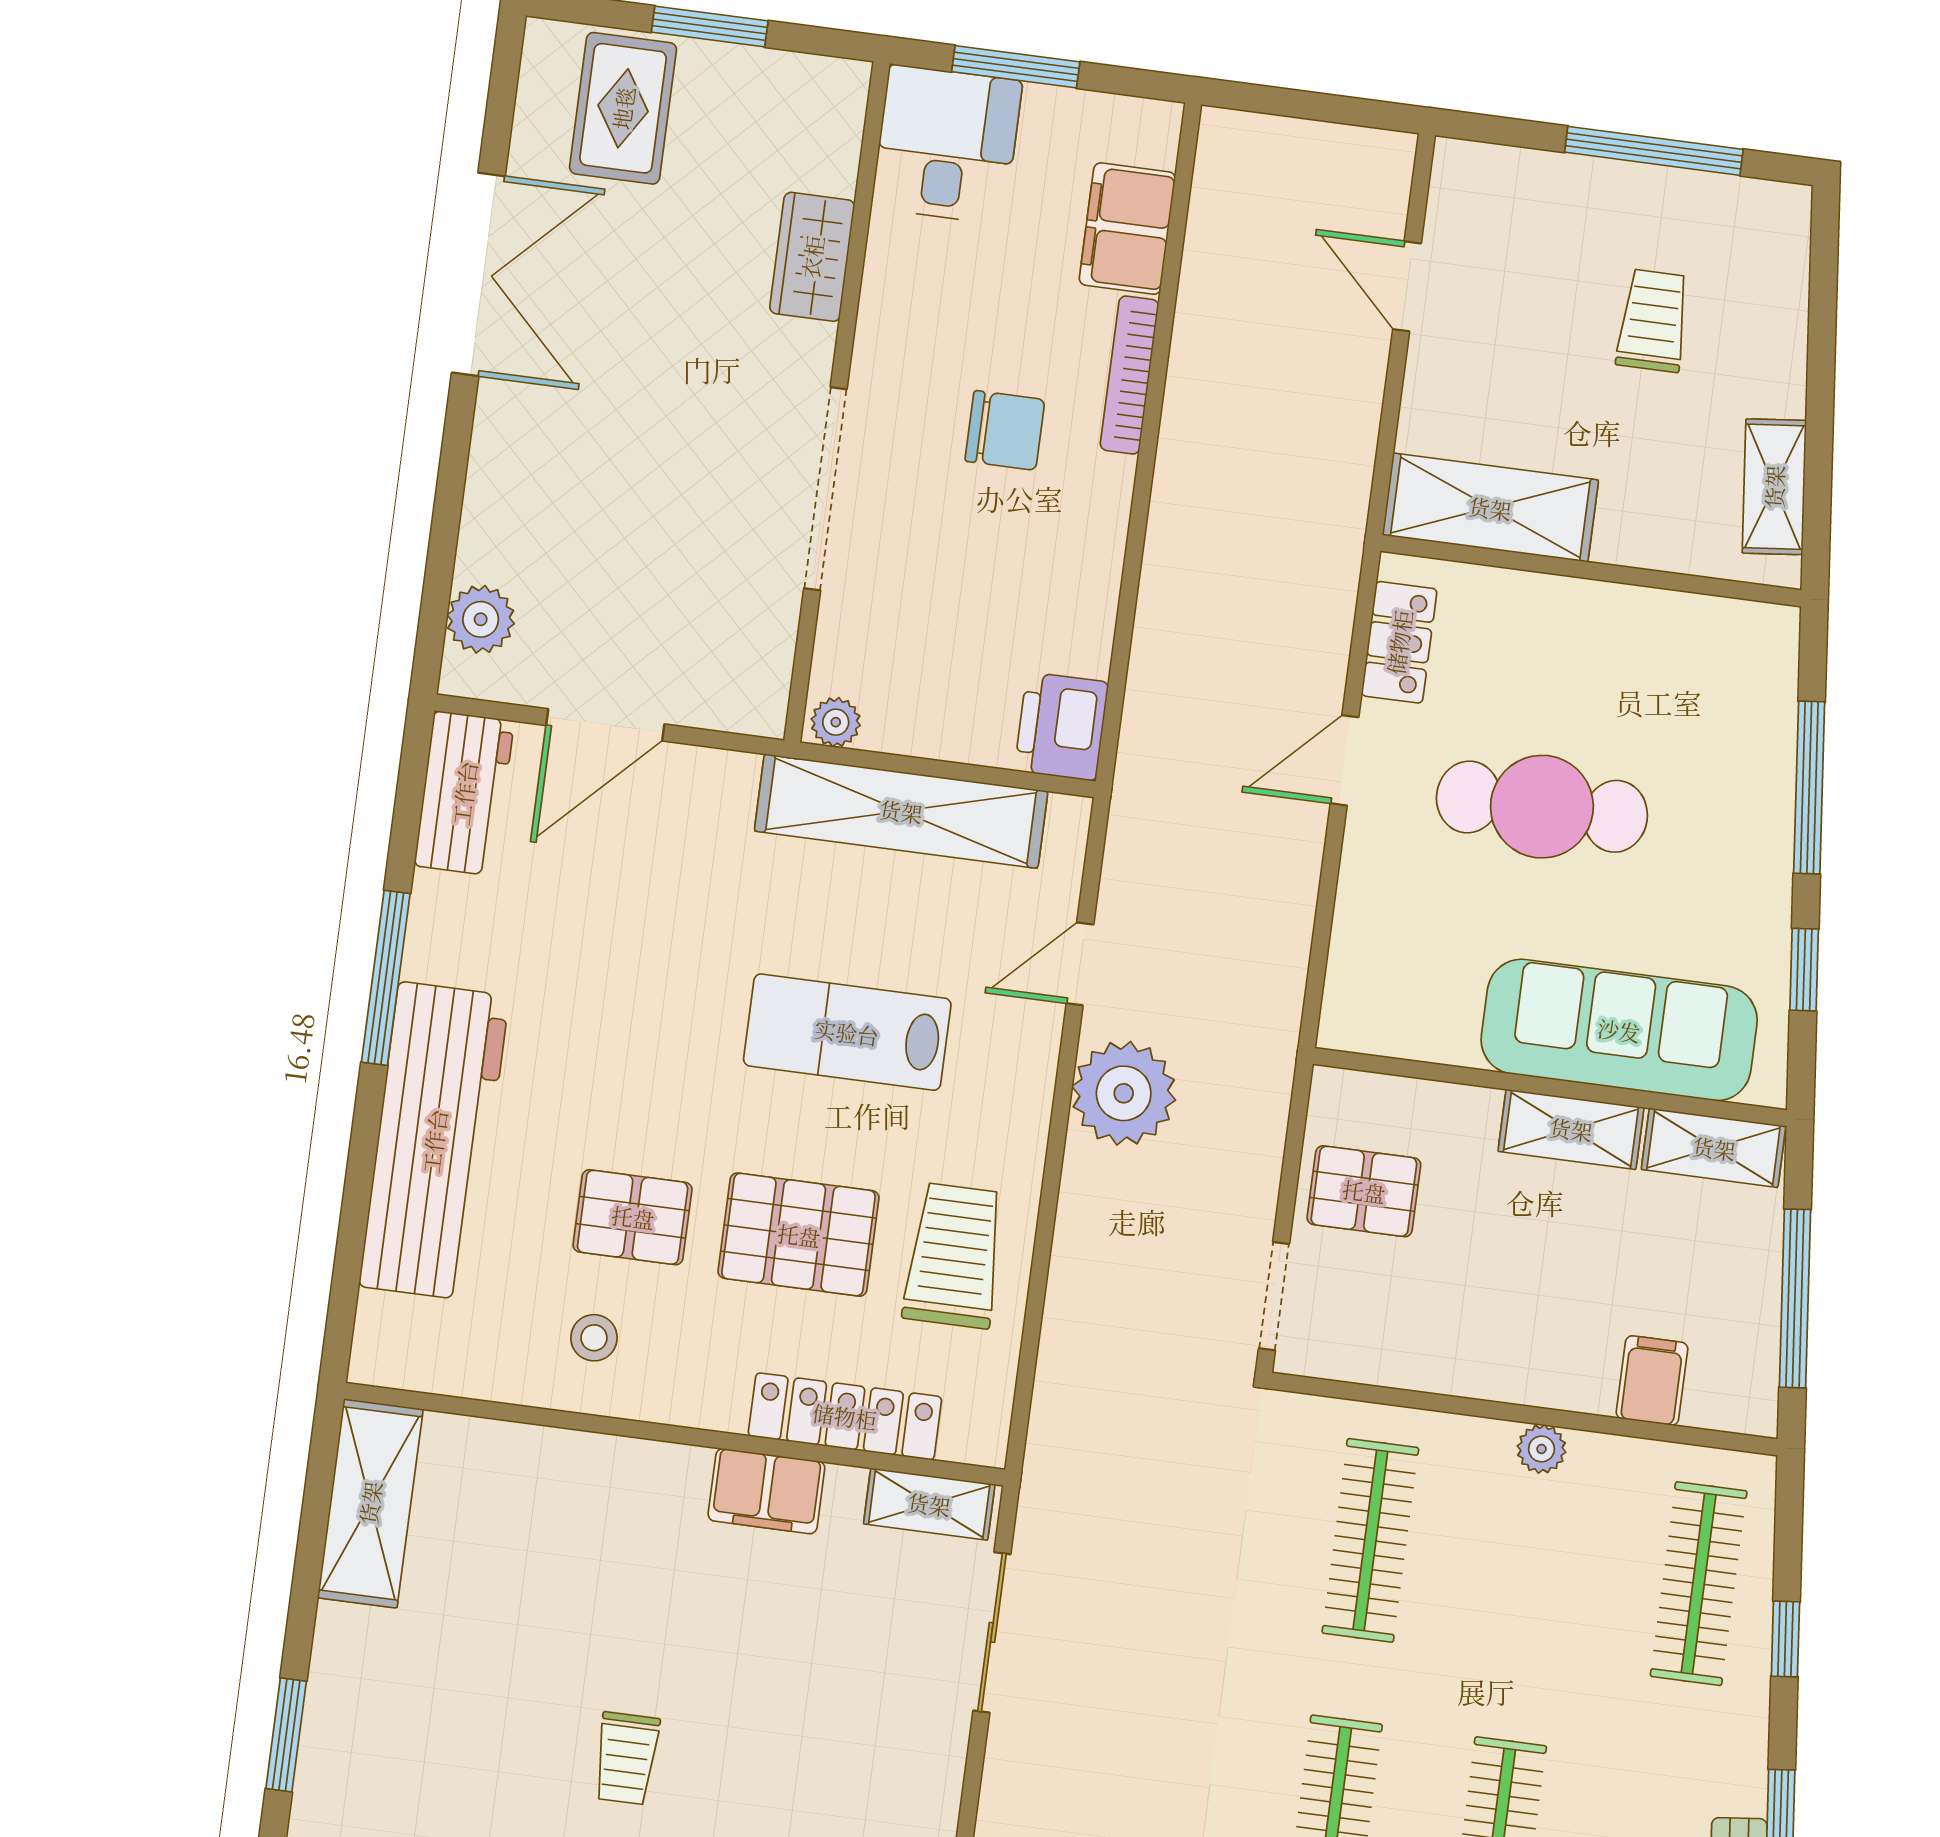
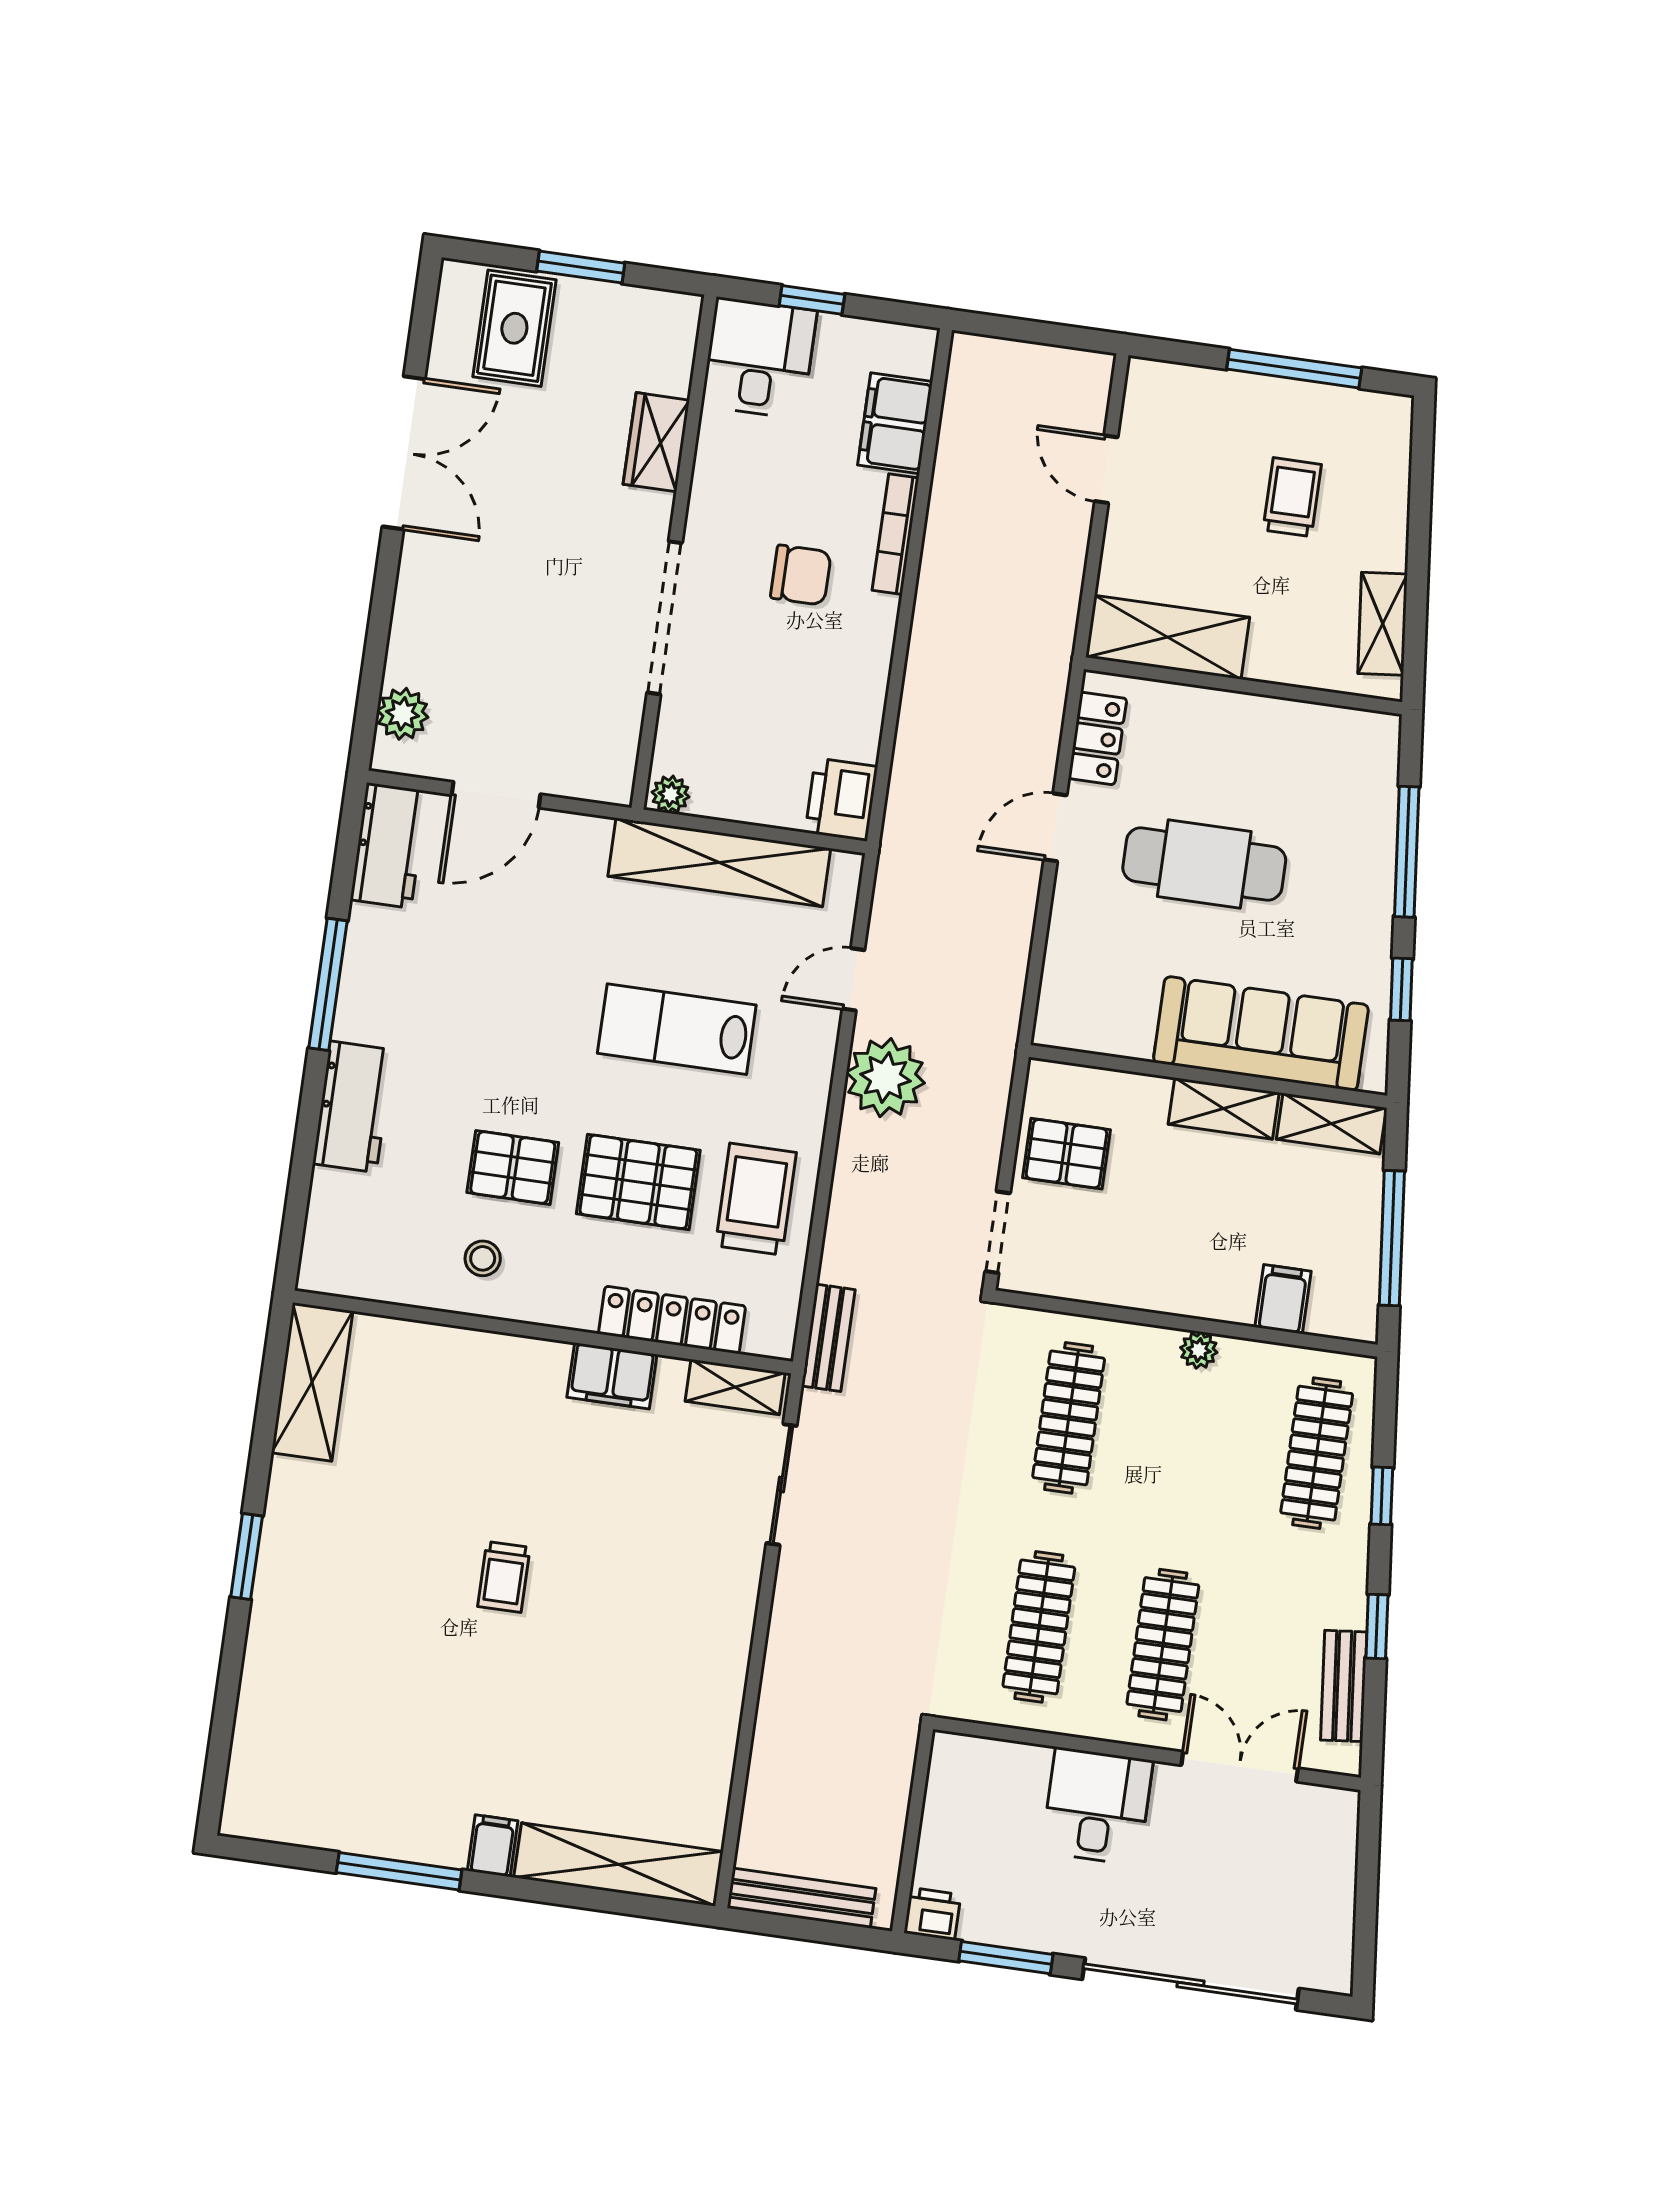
window: (1016, 67) -> (812, 300), width x0.67
workbench: (434, 1141) -> (353, 1107), width x0.53, depth x0.76
bench: (1052, 1438) -> (828, 1338), added

